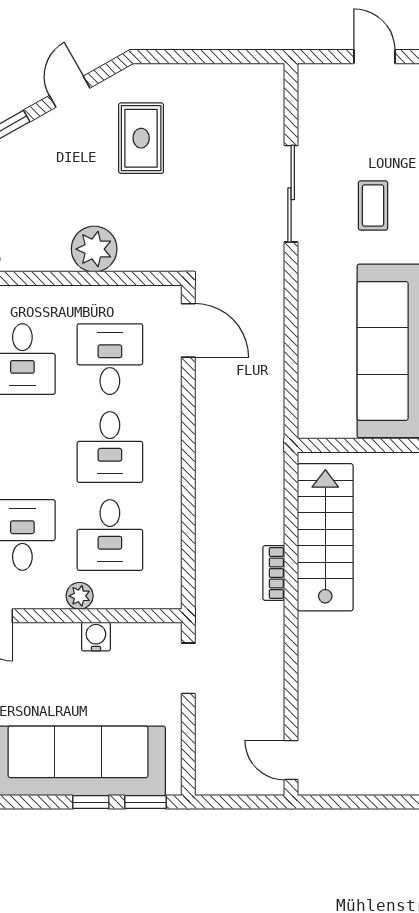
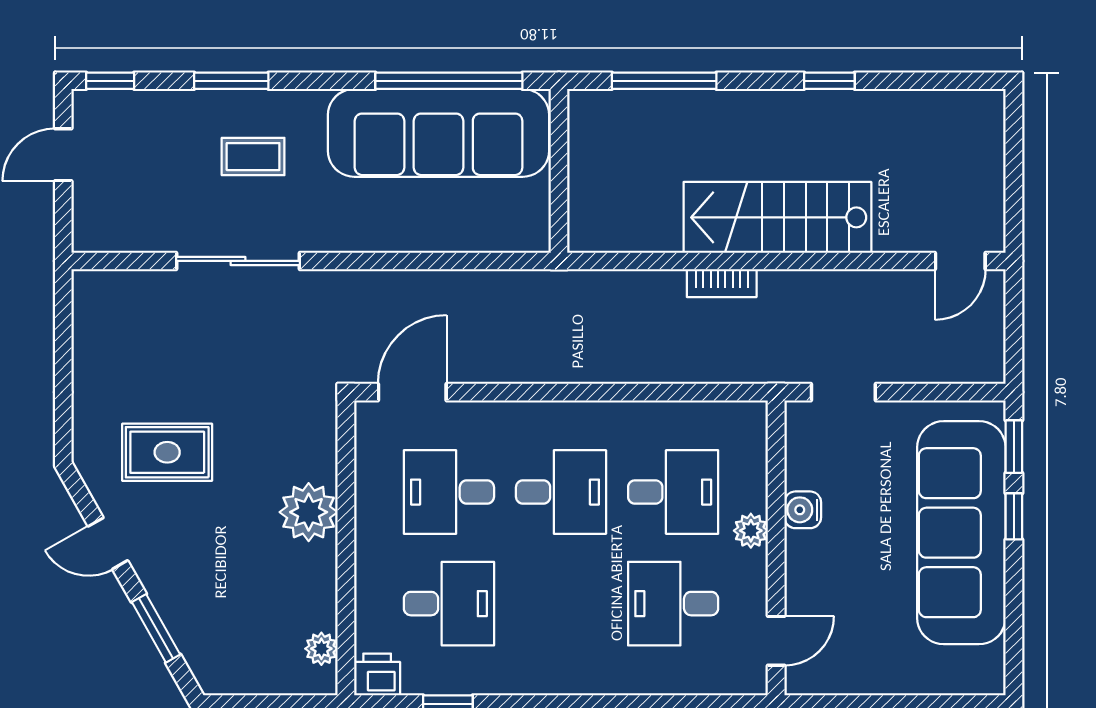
stairs: (325, 537) -> (777, 217), moved

